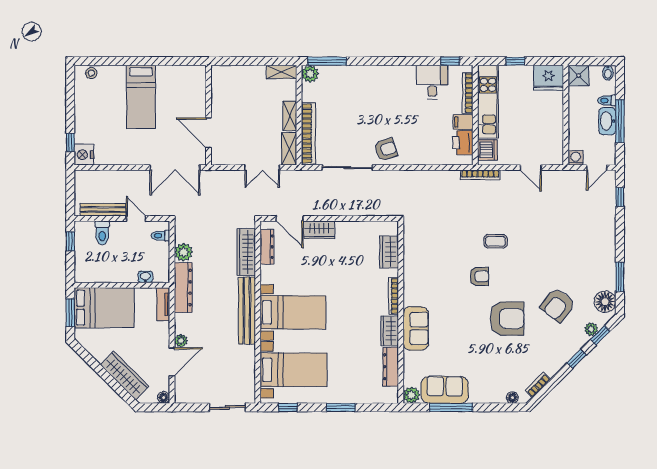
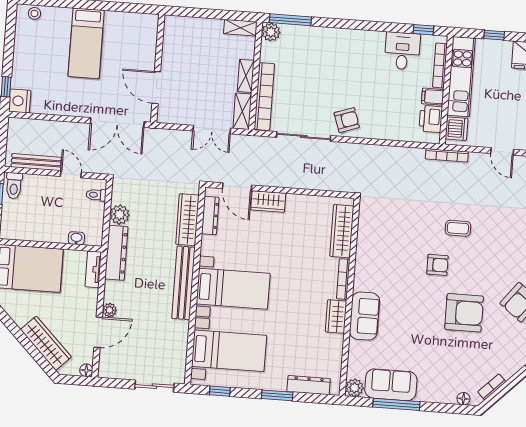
toilet: (102, 233) -> (14, 186), moved
wardrobe: (389, 252) -> (342, 231), width x1.50
dresser: (391, 367) -> (309, 385), moved, turned 90

